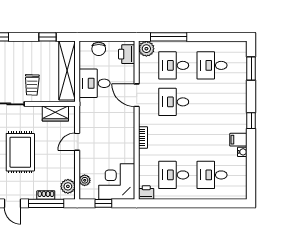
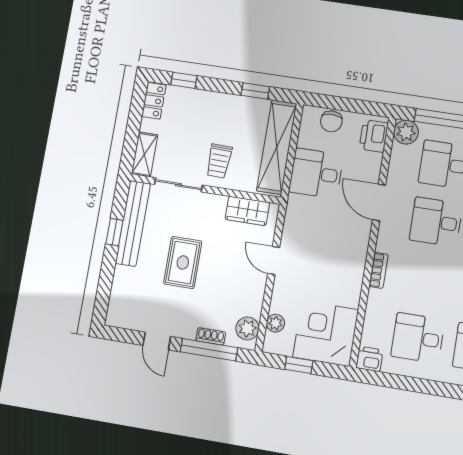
door: (77, 142) -> (274, 260), hinge flipped
rug: (20, 152) -> (183, 262), width x0.73, depth x0.70

